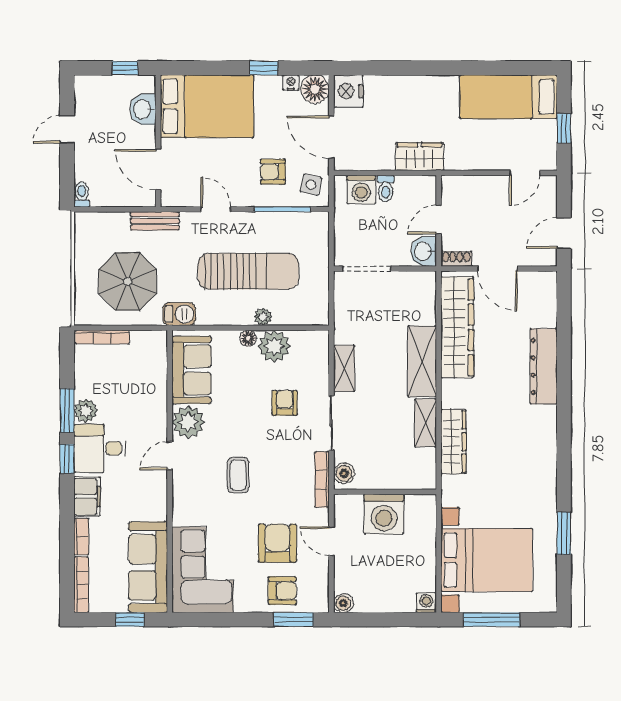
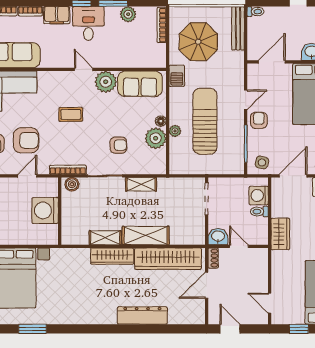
armchair: (273, 172) -> (259, 120), moved
bench: (155, 221) -> (238, 28), moved, width x1.36
sun lounger: (248, 271) -> (205, 121), turned 180
plant: (86, 411) -> (128, 14), moved
wardrobe: (453, 442) -> (112, 256), moved

